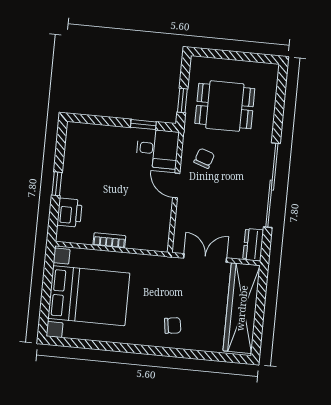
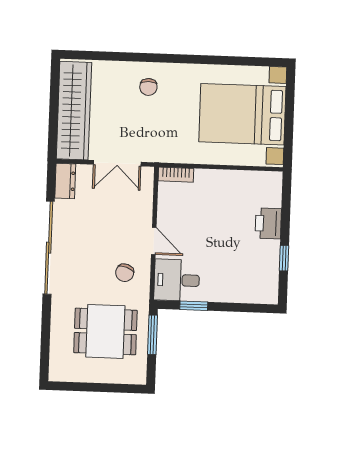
window: (182, 101) -> (152, 335), width x1.50
window: (57, 184) -> (284, 258), moved
printer: (70, 213) -> (268, 223), moved
bookcase: (109, 240) -> (176, 175), moved
chair: (173, 326) -> (148, 87), turned -82

